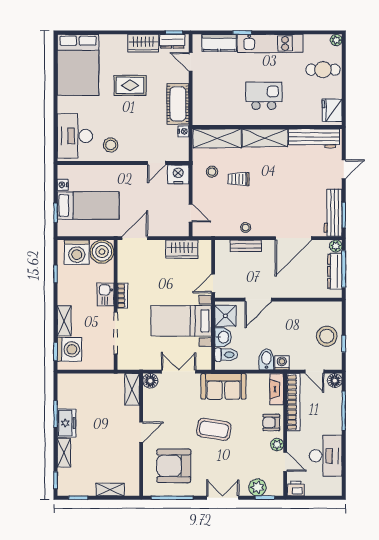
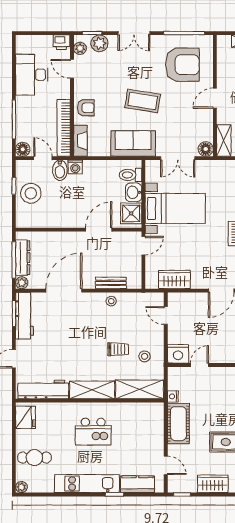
dresser: (172, 41) -> (184, 486), removed
bidet: (266, 359) -> (60, 170), moved
plant: (277, 445) -> (80, 48), moved

